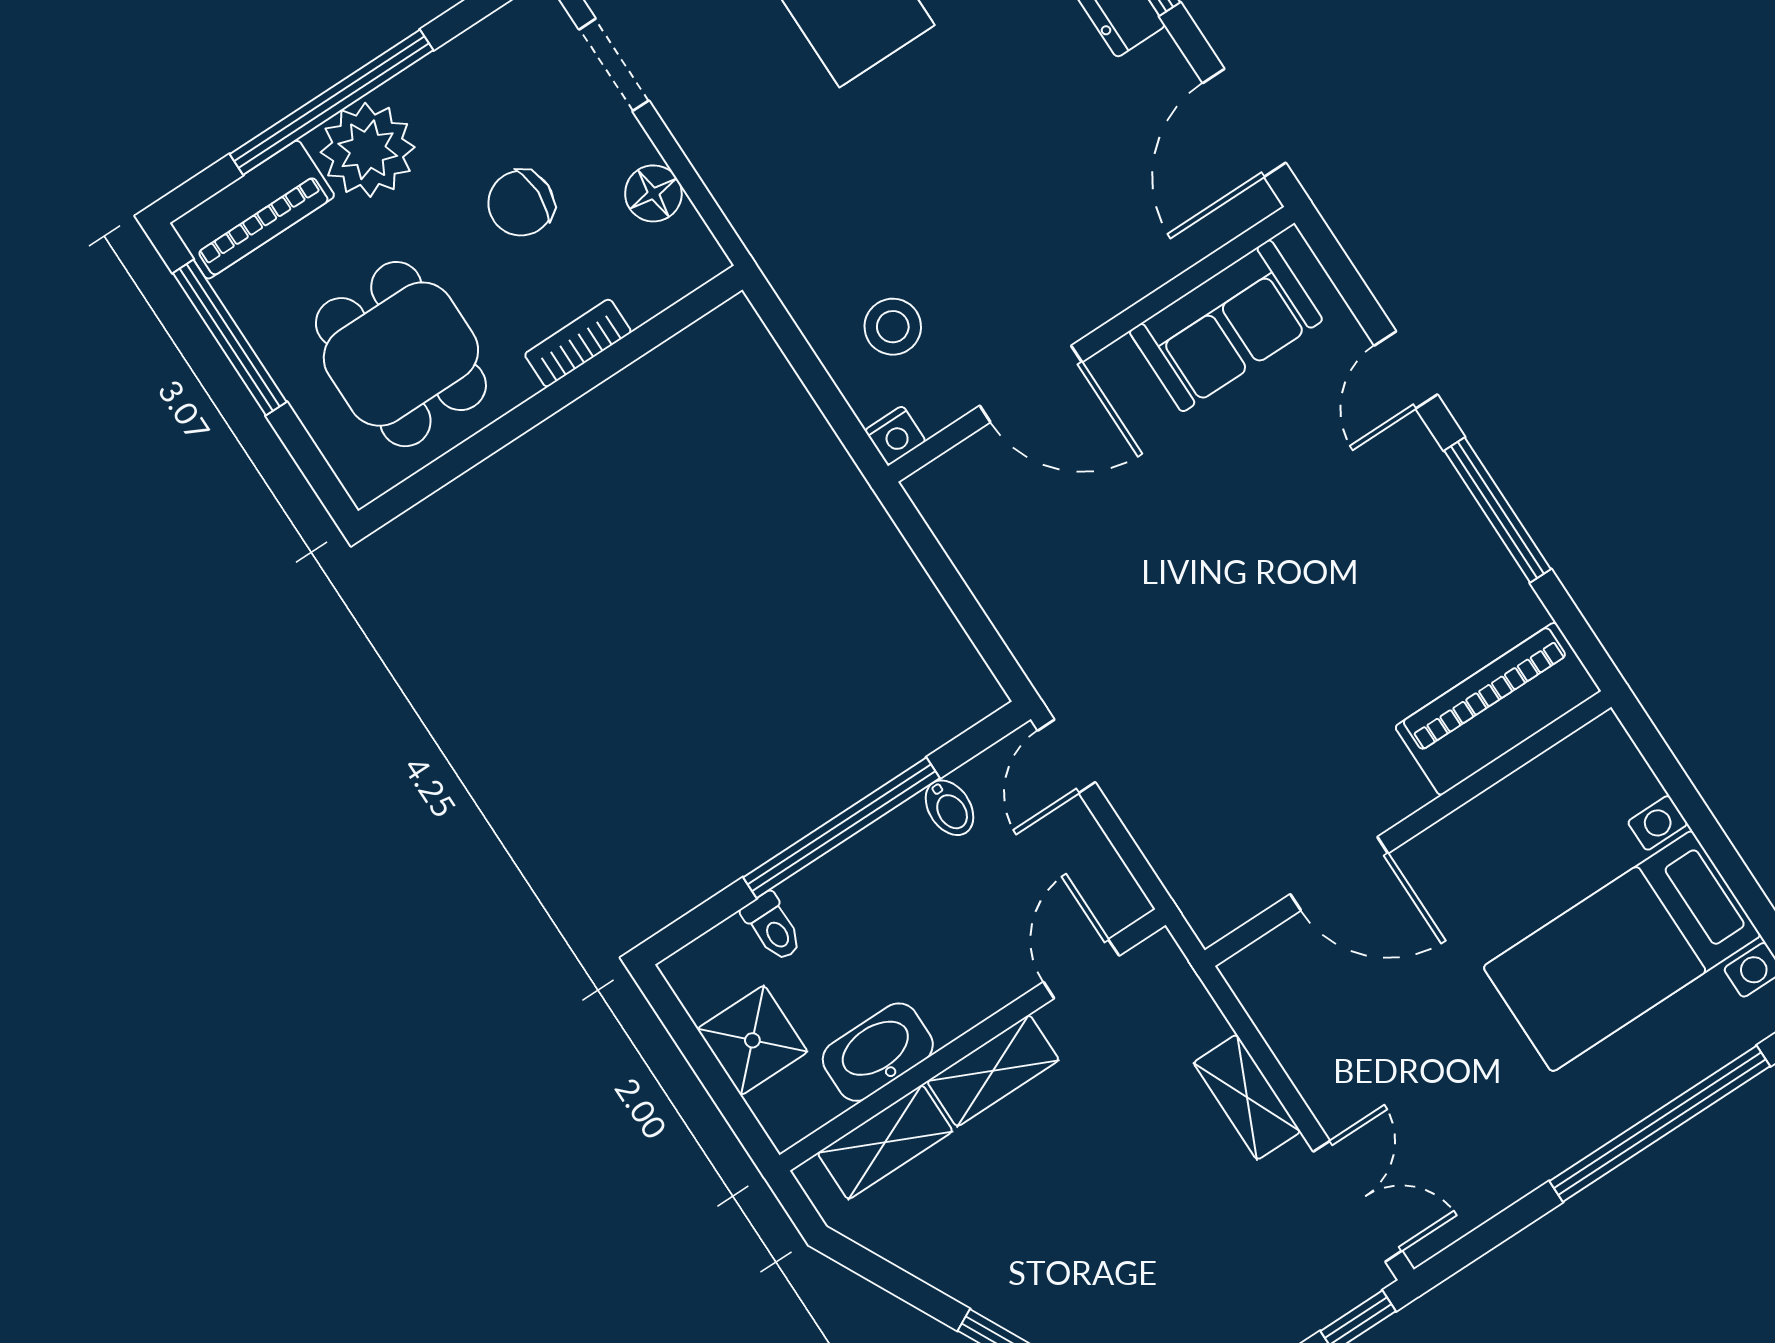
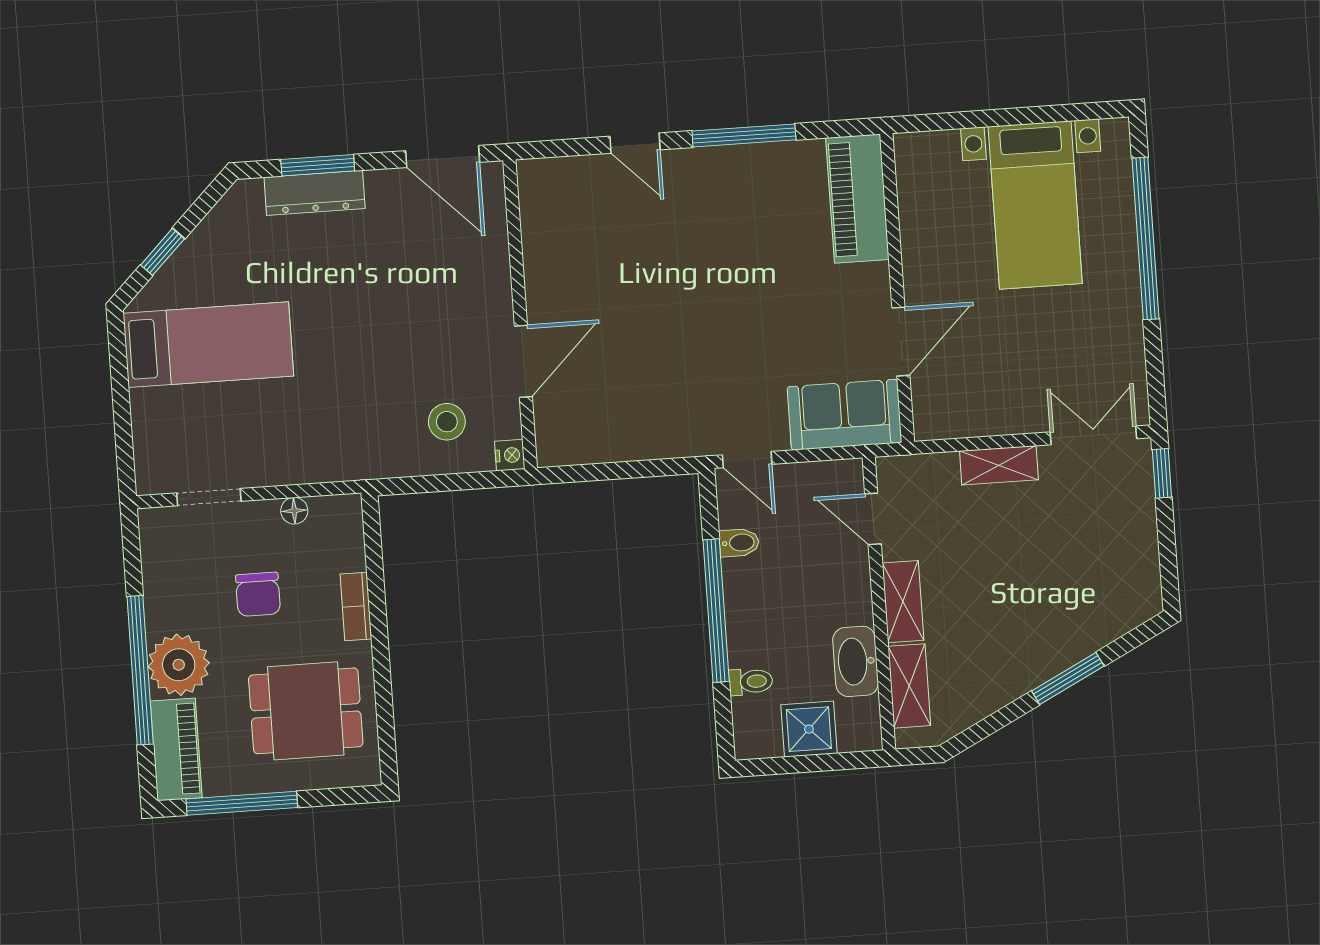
floor lamp: (653, 193) -> (294, 511), width x0.73, depth x0.73
sofa: (1226, 326) -> (844, 415), moved, turned -90

